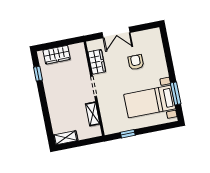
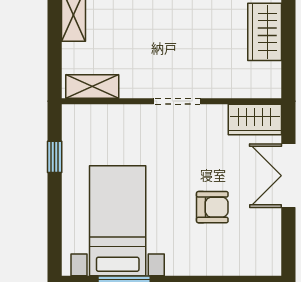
wardrobe: (97, 62) -> (255, 119), moved
shelving: (93, 114) -> (92, 87), moved

